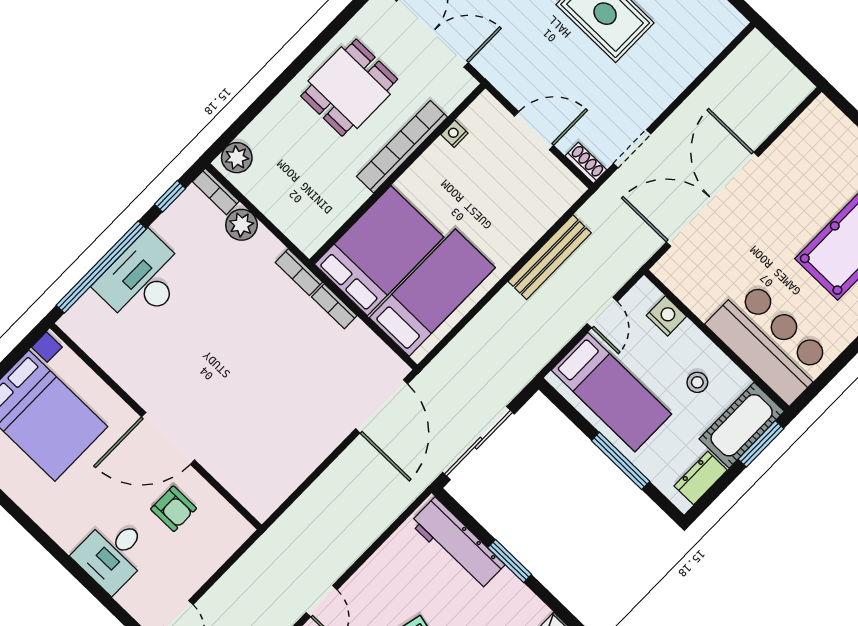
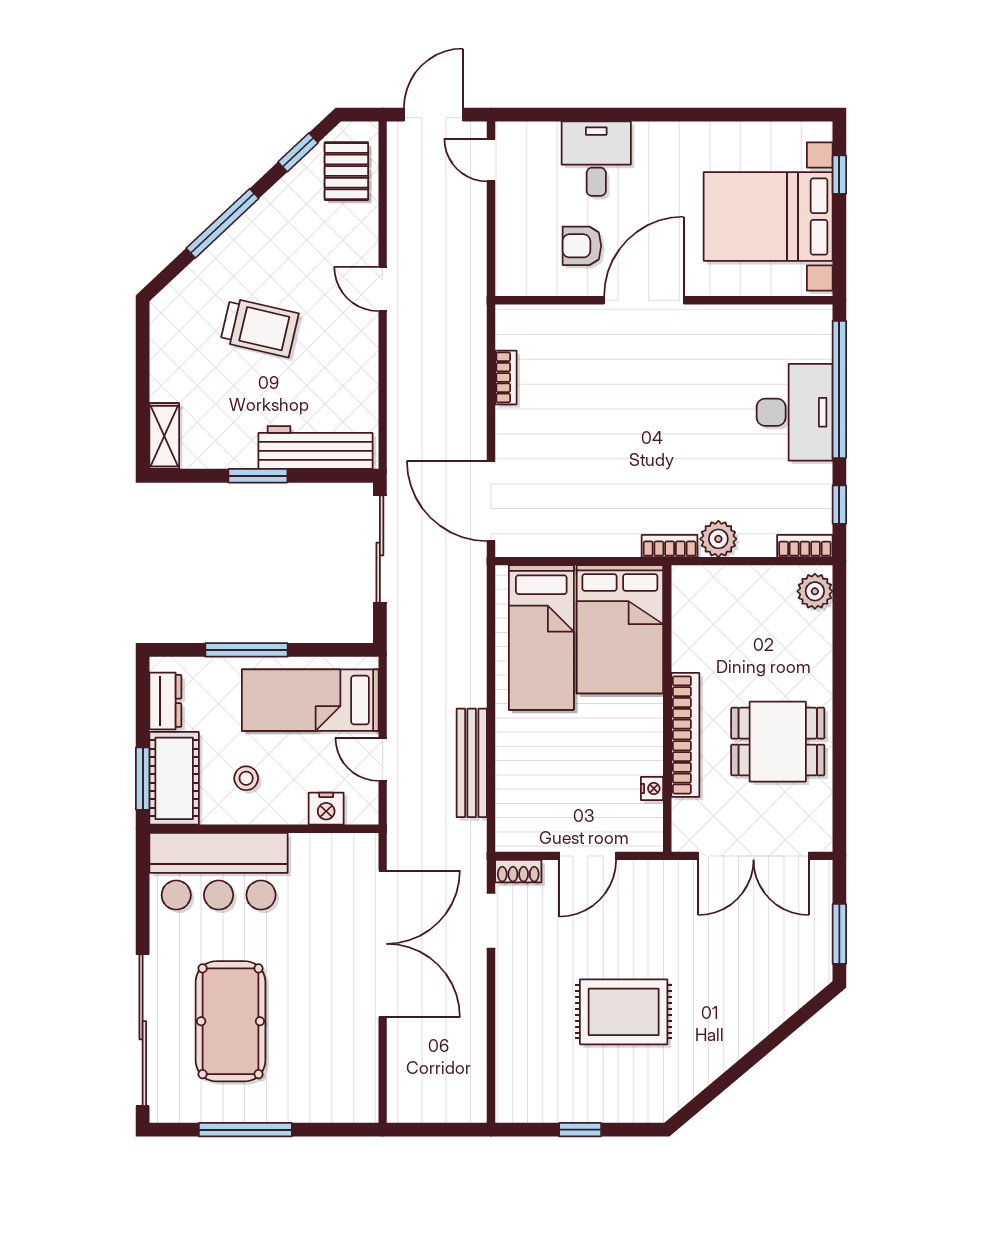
dining table: (349, 88) -> (778, 742), turned 90
plant: (241, 225) -> (718, 539), moved
bookcase: (334, 306) -> (506, 377), moved, turned 90

